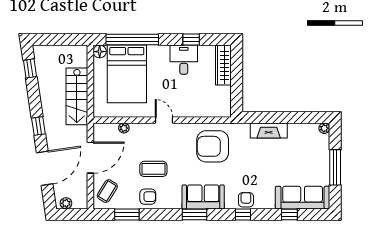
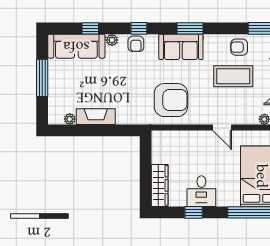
plant: (324, 128) -> (70, 119), moved
fireplace: (269, 130) -> (96, 117), moved
coffee table: (153, 169) -> (233, 76), width x1.36, depth x1.32
plant: (269, 203) -> (112, 40), added

